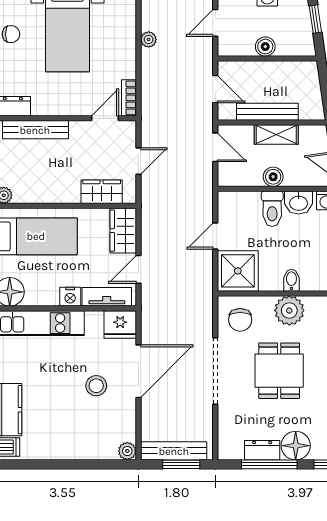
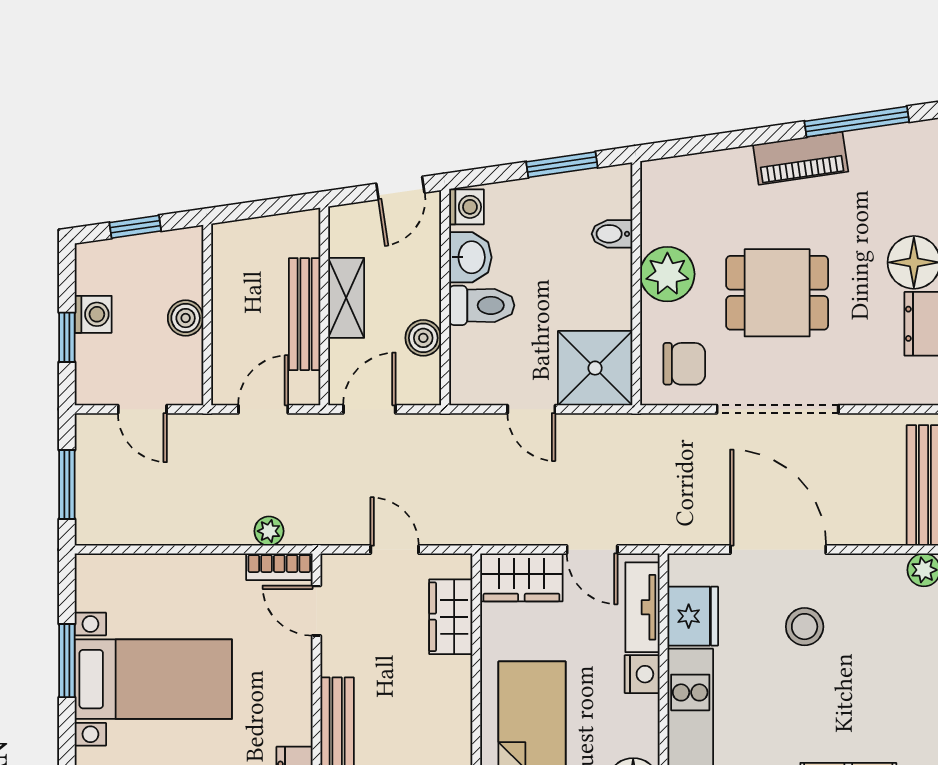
plant: (149, 39) -> (269, 531), moved
boiler: (273, 177) -> (423, 338), moved
bidet: (291, 280) -> (612, 234), moved
fridge: (120, 324) -> (693, 616), moved

